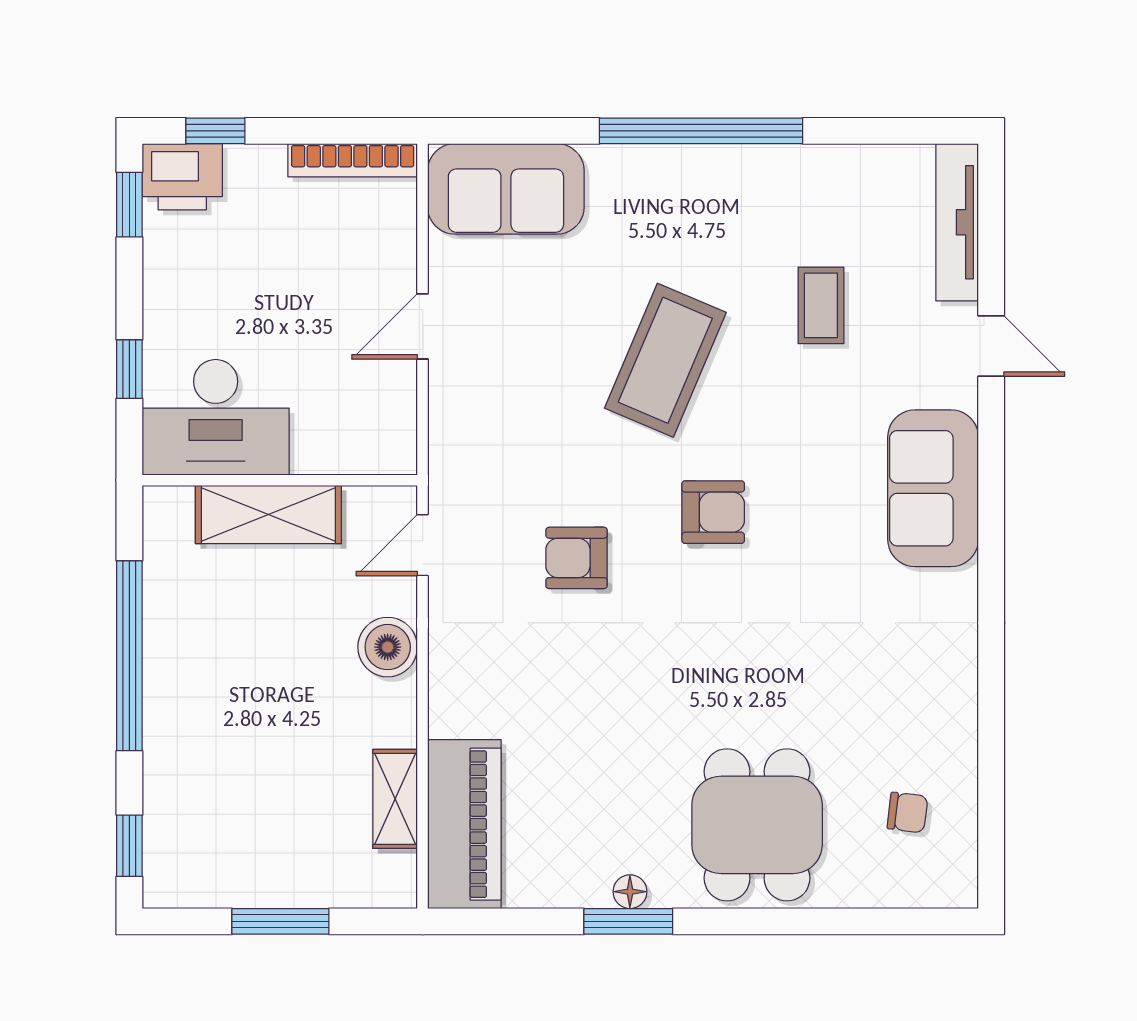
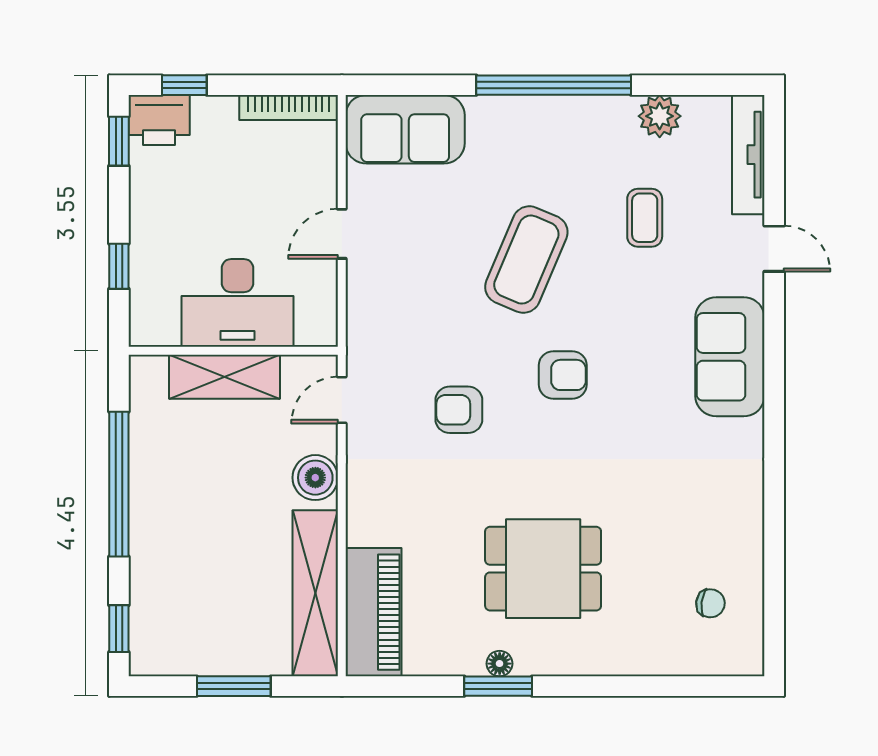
plant: (841, 172) -> (660, 116), added
desk: (216, 417) -> (237, 303), moved
shelving: (395, 799) -> (315, 593), width x2.20, depth x1.33
dining table: (757, 825) -> (543, 569), moved, turned 90

